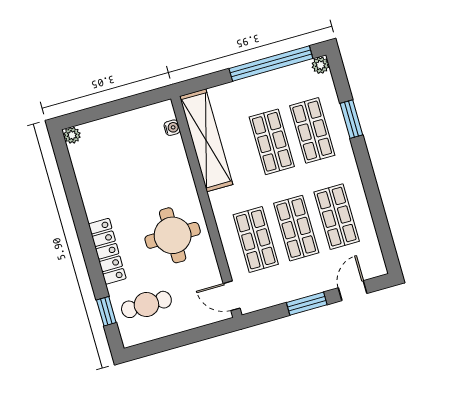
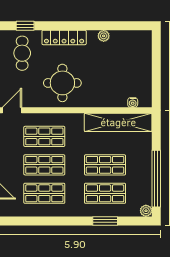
plant: (72, 135) -> (104, 36), moved

